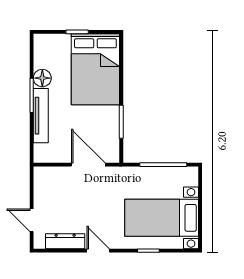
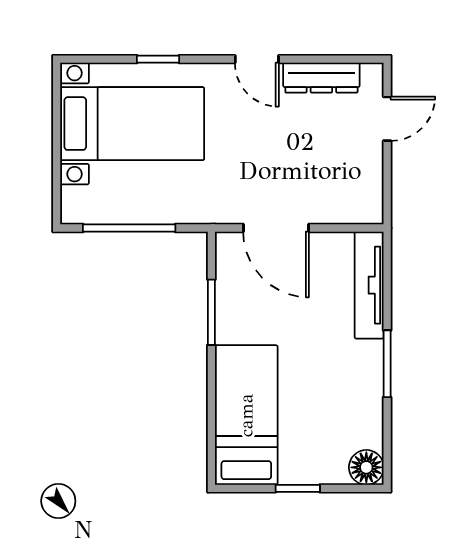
bed: (95, 69) -> (246, 415), width x0.67
floor lamp: (42, 78) -> (366, 467), moved
tv unit: (41, 116) -> (369, 285), moved
door: (32, 220) -> (387, 119), hinge flipped

